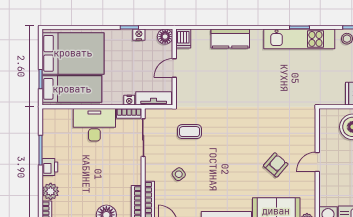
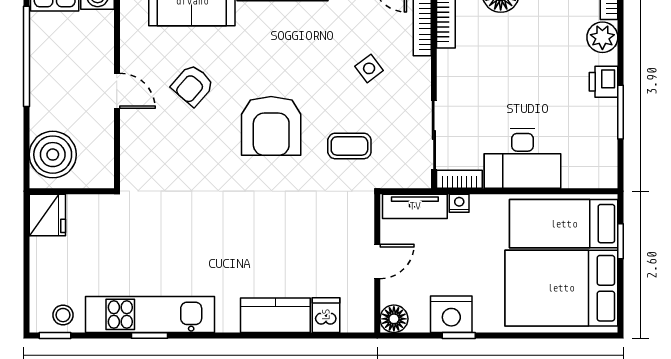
nightstand: (139, 35) -> (451, 314), width x1.89, depth x1.79
dishwasher: (183, 39) -> (326, 315), moved
armchair: (233, 143) -> (271, 126), added
door: (317, 162) -> (117, 91), hinge flipped

